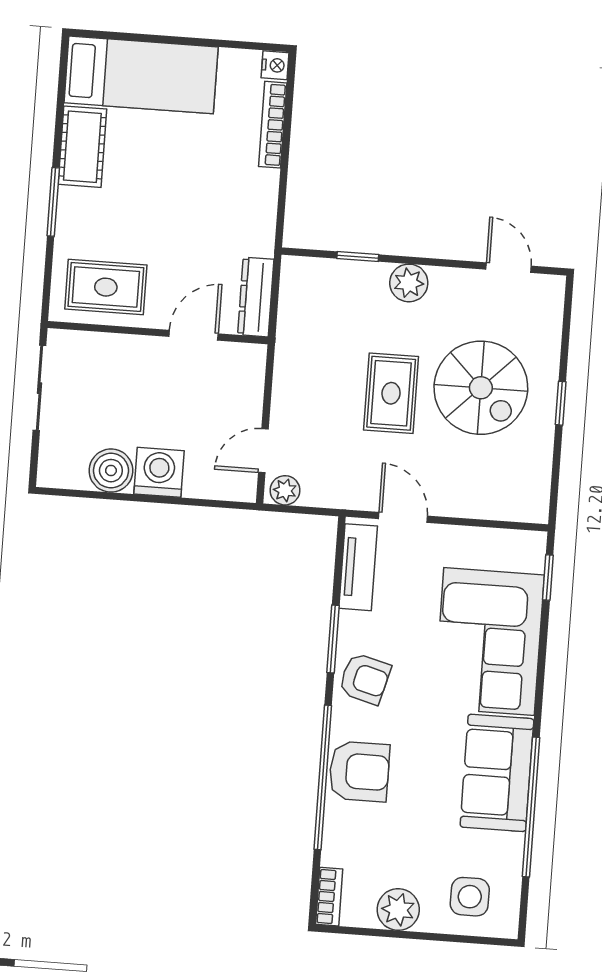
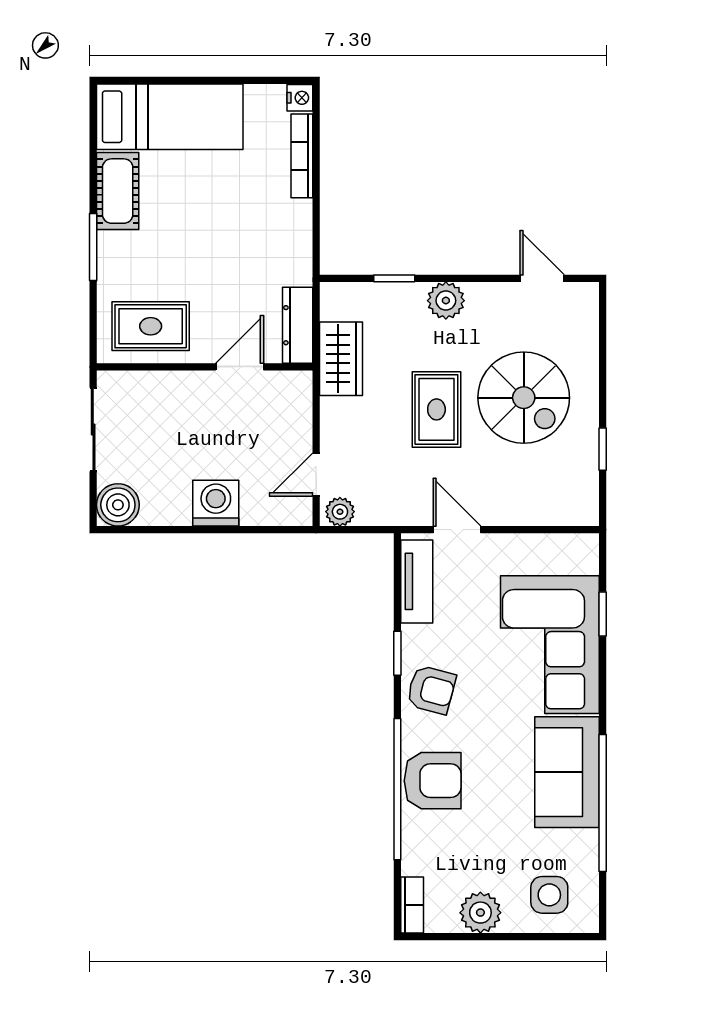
wardrobe: (297, 334) -> (341, 359), added
window: (561, 403) -> (603, 449), moved
boiler: (111, 471) -> (118, 505), moved
window: (548, 578) -> (603, 614), moved
window: (333, 639) -> (397, 653), width x0.67

